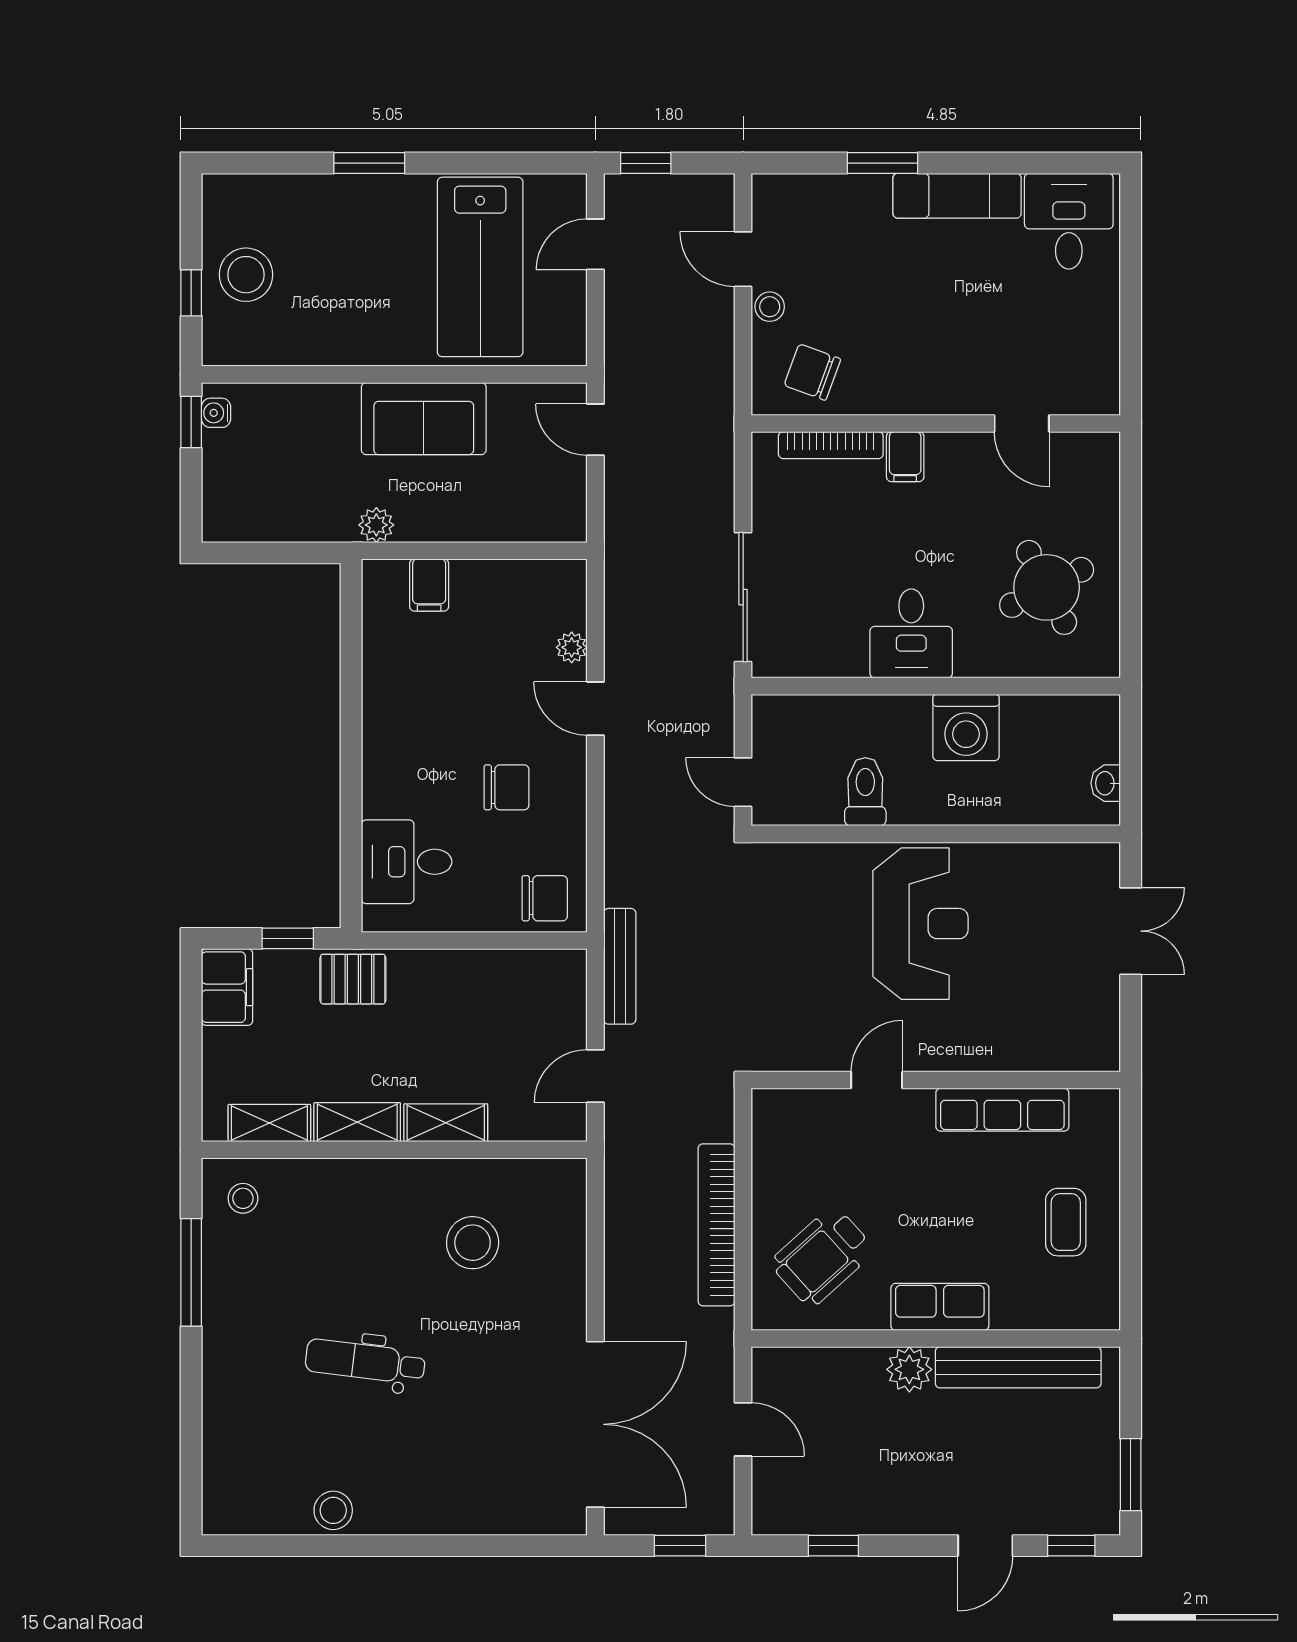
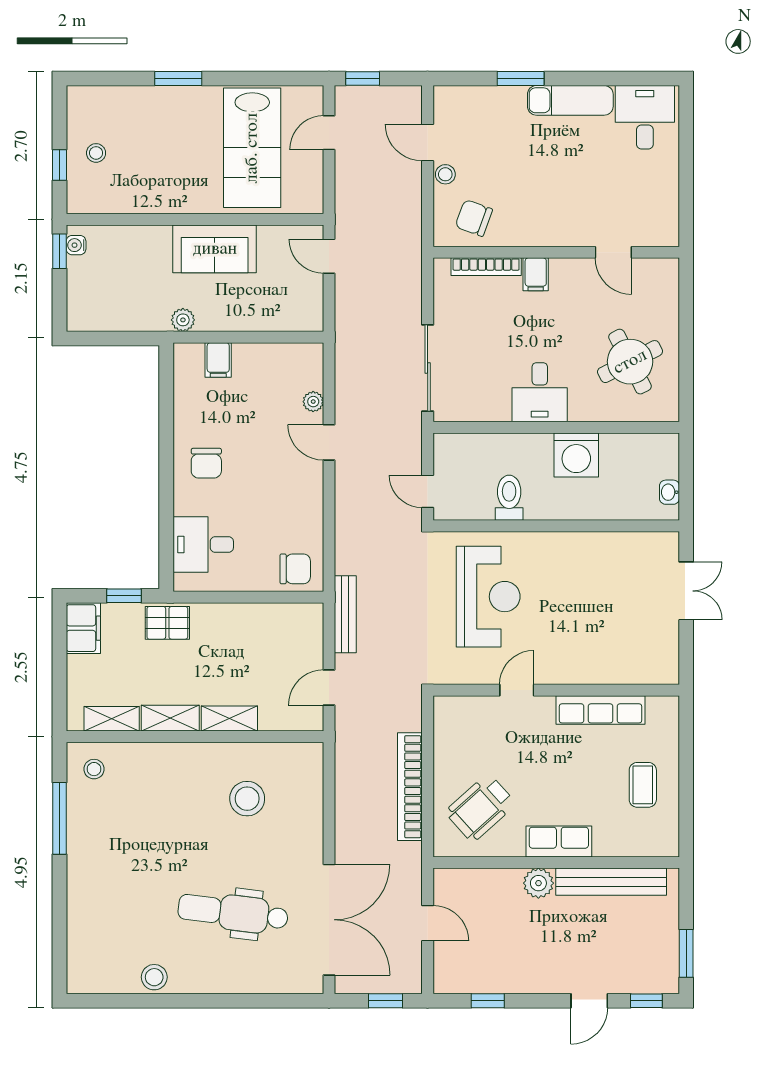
stool: (246, 275) -> (96, 153), width x0.53, depth x0.53
chair: (507, 787) -> (206, 463), moved, turned 90
reception desk: (920, 924) -> (488, 597), moved
dental chair: (365, 1362) -> (233, 913), moved, width x1.36, depth x1.38

